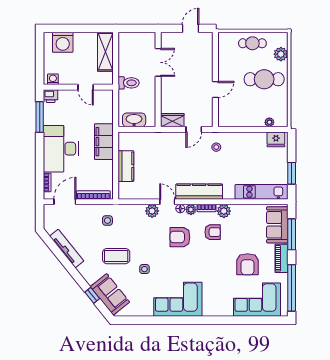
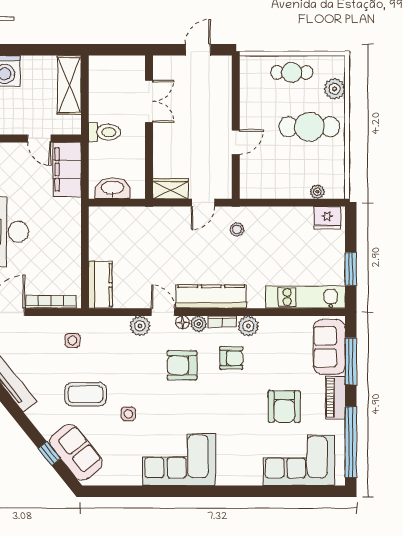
filing cabinet: (104, 142) -> (67, 169), moved
kitchen counter: (126, 166) -> (100, 285), moved

